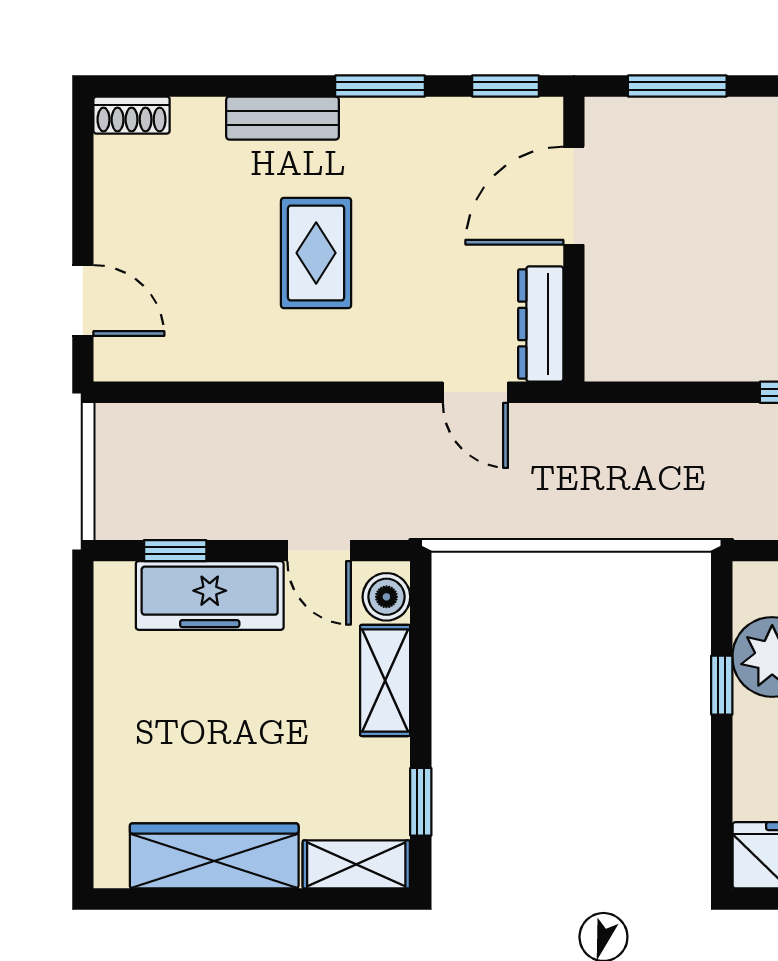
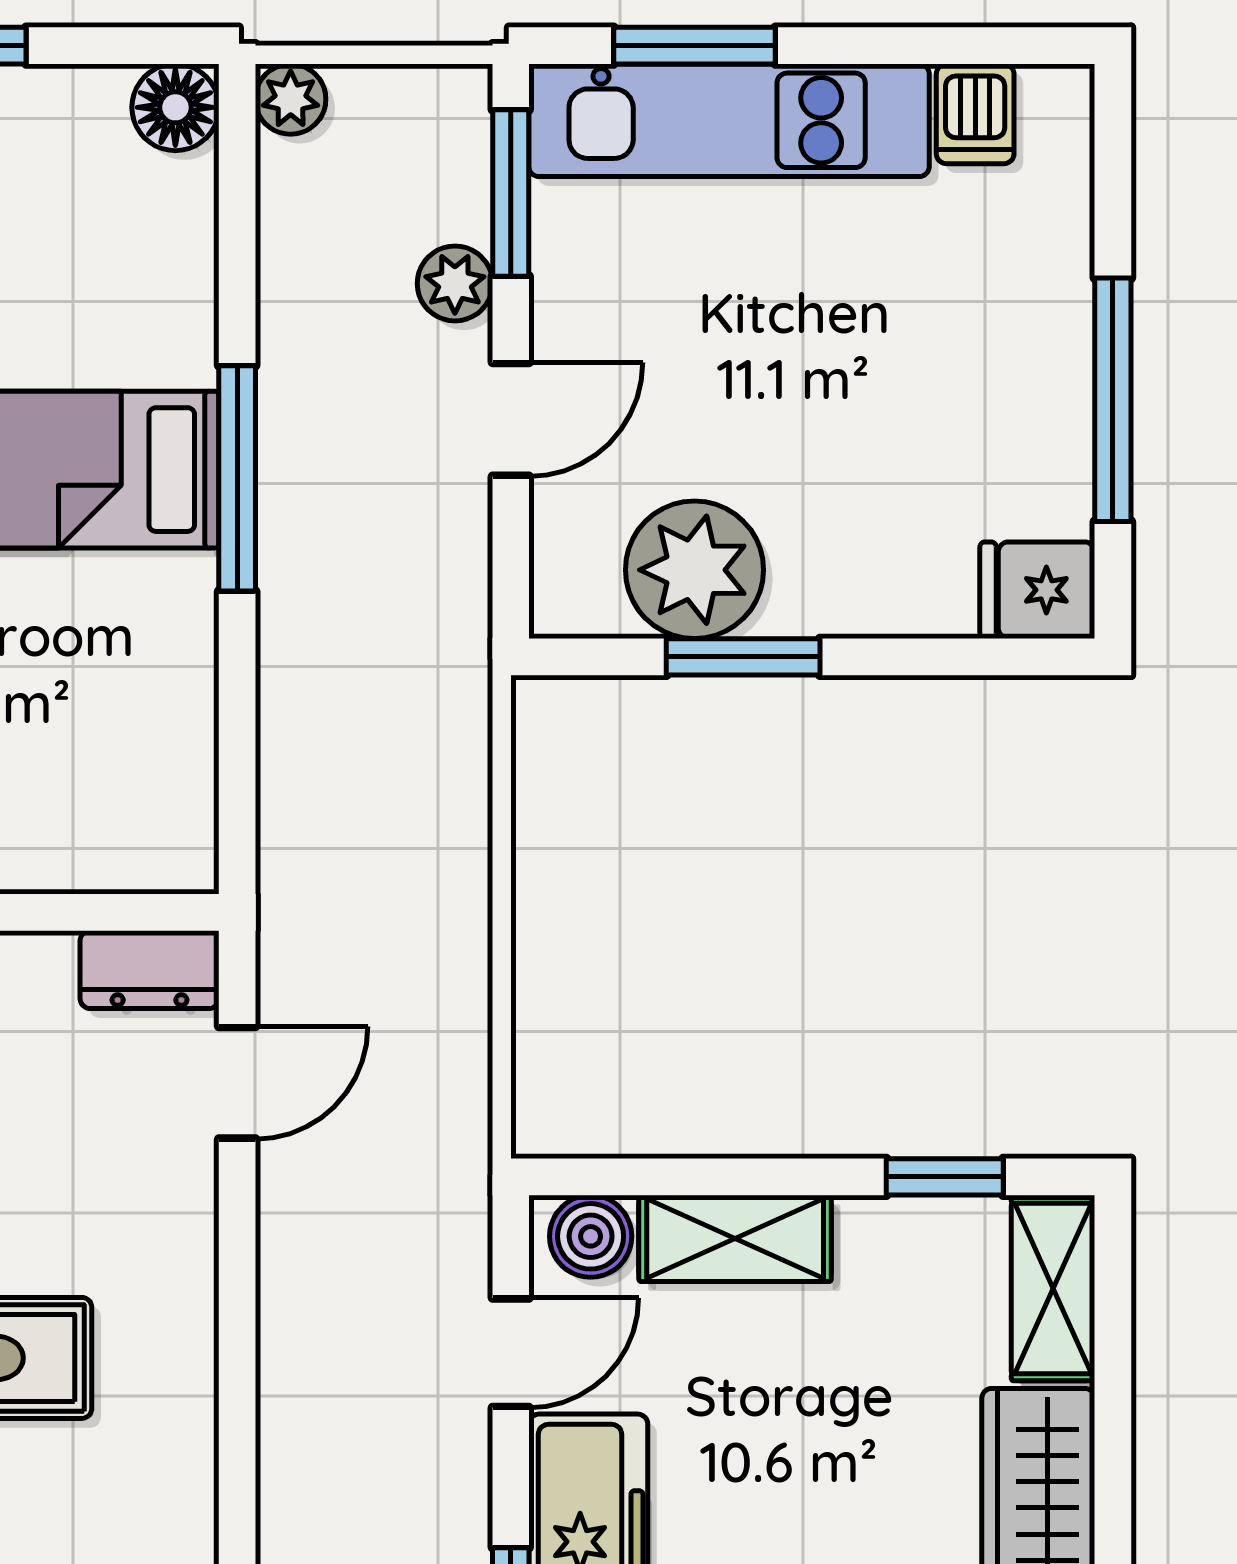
dresser: (541, 324) -> (149, 970), width x0.70
window: (722, 685) -> (743, 657), width x1.50

